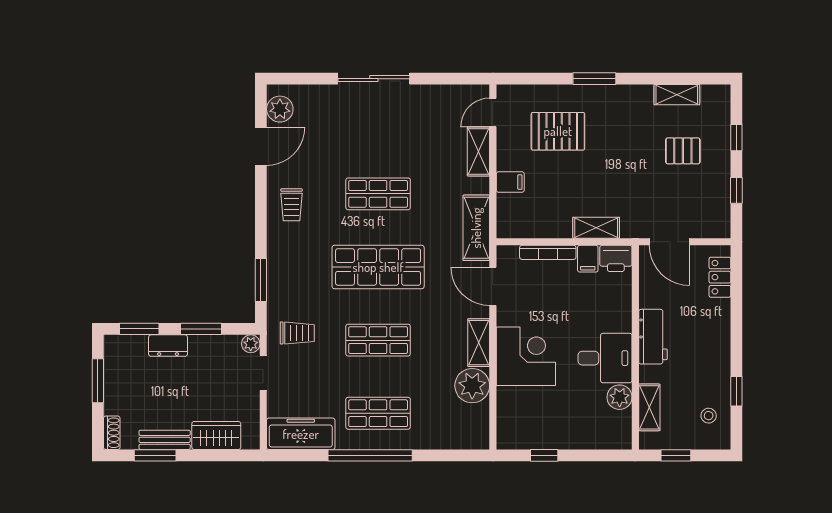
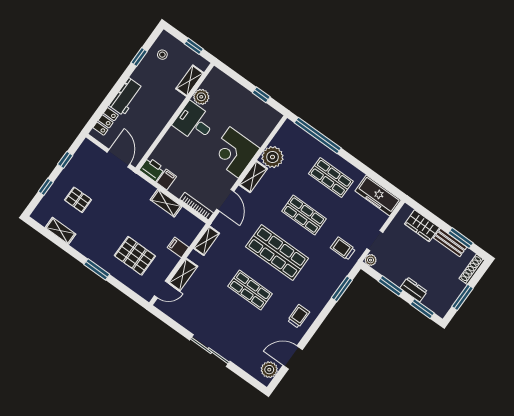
shelving: (476, 228) -> (207, 241), width x0.67, depth x0.75
shelving: (596, 228) -> (166, 203), moved
bookcase: (548, 252) -> (197, 206), moved
workbench: (653, 337) -> (126, 97), moved, turned 180
shoe rack: (112, 433) -> (472, 269), width x1.43
window: (370, 455) -> (318, 135), moved

